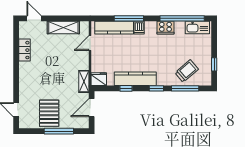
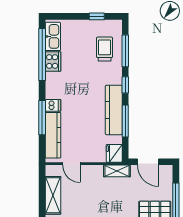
cooker: (165, 28) -> (53, 62), moved
trolley: (187, 71) -> (105, 49), turned 41
window: (126, 88) -> (125, 121), width x2.17

